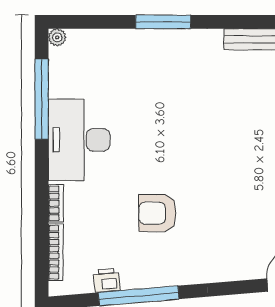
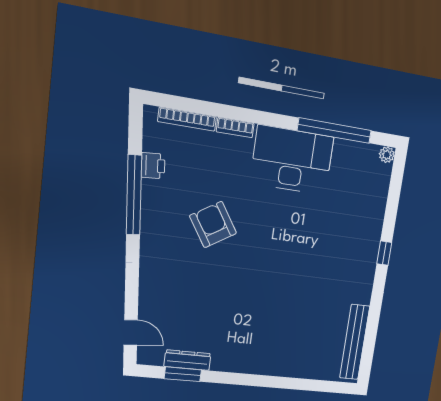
window: (163, 22) -> (384, 253), width x0.46
armchair: (157, 213) -> (213, 225), turned -32

